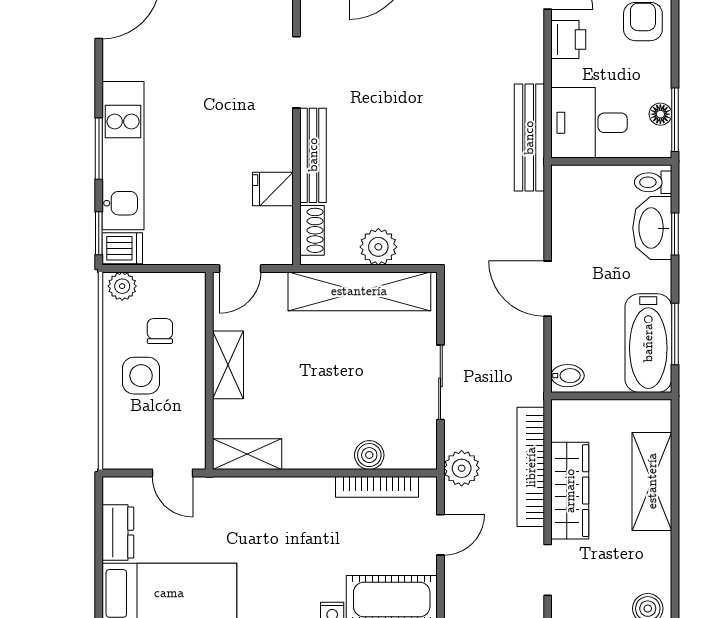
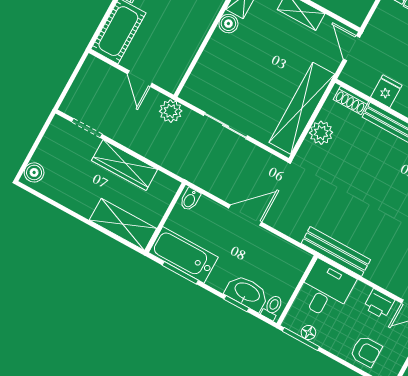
boiler: (369, 455) -> (228, 24), moved
bookcase: (531, 467) -> (150, 150), removed
shelving: (652, 481) -> (123, 224), moved
bookcase: (377, 487) -> (186, 58), removed

